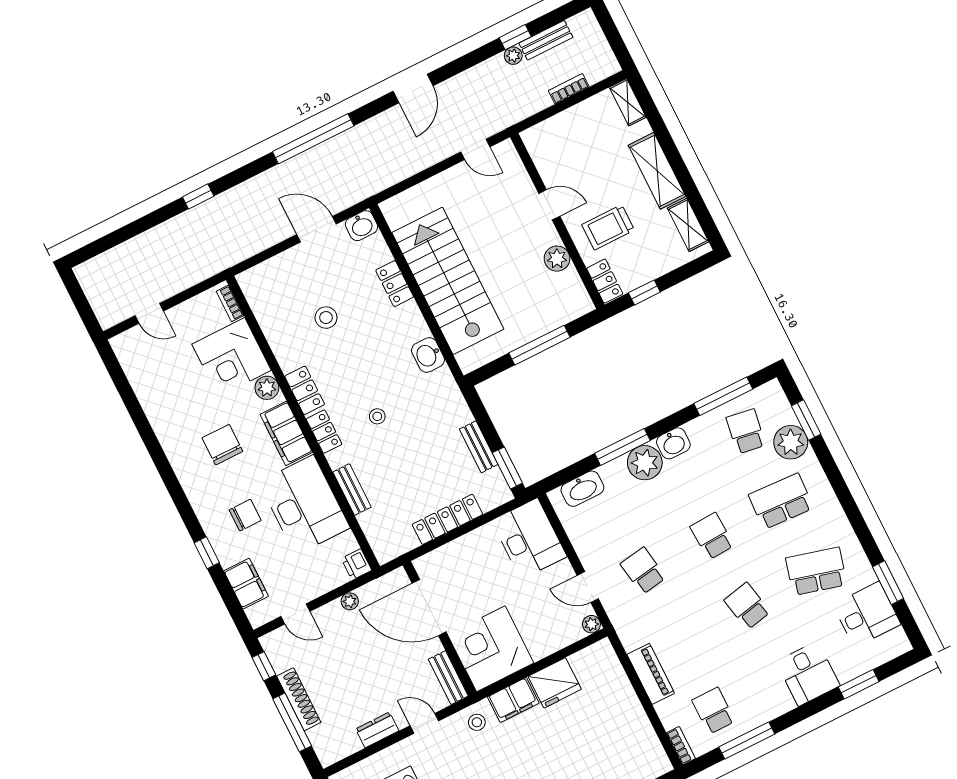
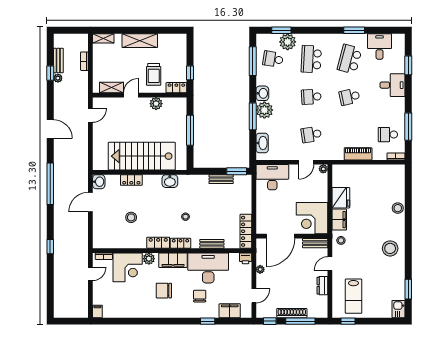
shelving: (688, 225) -> (112, 87), moved
door: (149, 313) -> (90, 274), moved
filing cabinet: (123, 343) -> (97, 311), added
locker: (447, 519) -> (246, 231), moved
window: (888, 583) -> (354, 30), moved

